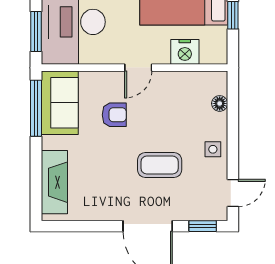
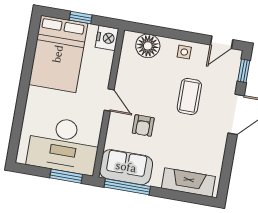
nightstand: (185, 52) -> (107, 38), moved
floor lamp: (220, 103) -> (148, 46), width x1.89, depth x1.89
armchair: (114, 115) -> (143, 125), turned 180
door: (233, 193) -> (222, 42), swing flipped

